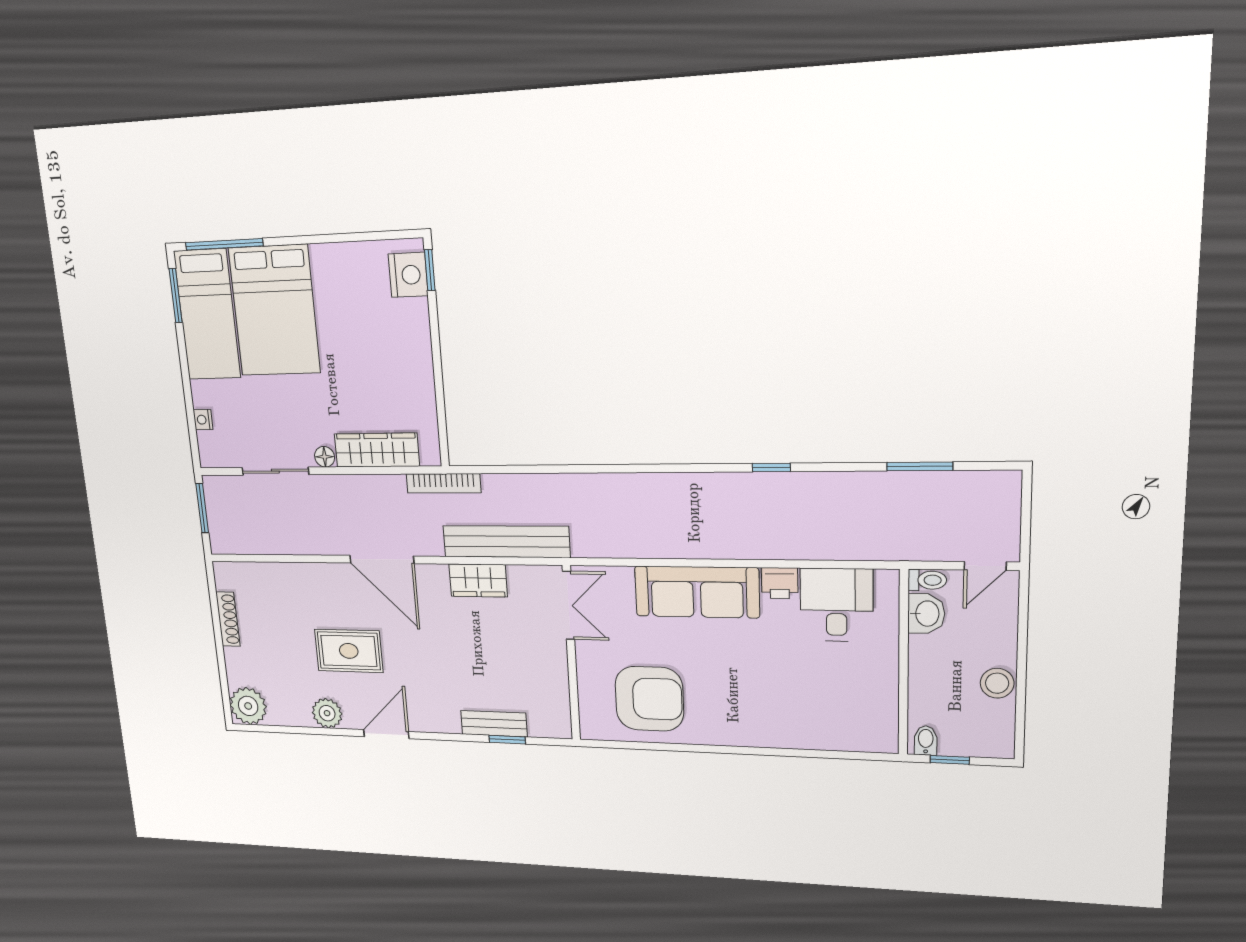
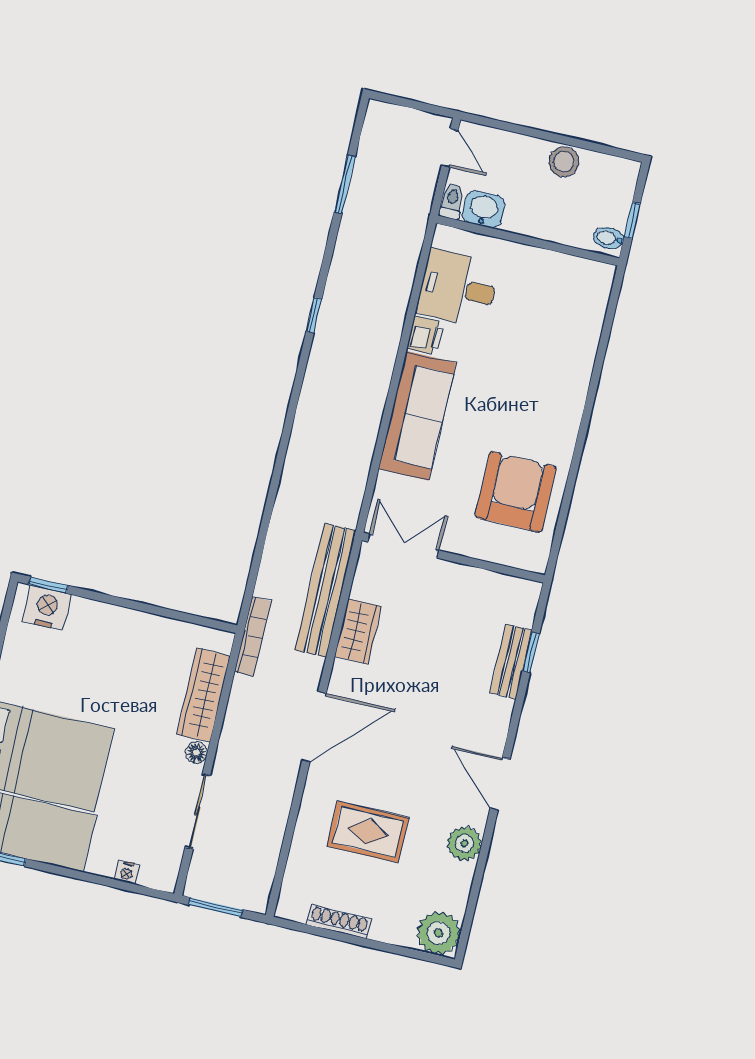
rug: (349, 651) -> (368, 832), moved, turned 90

